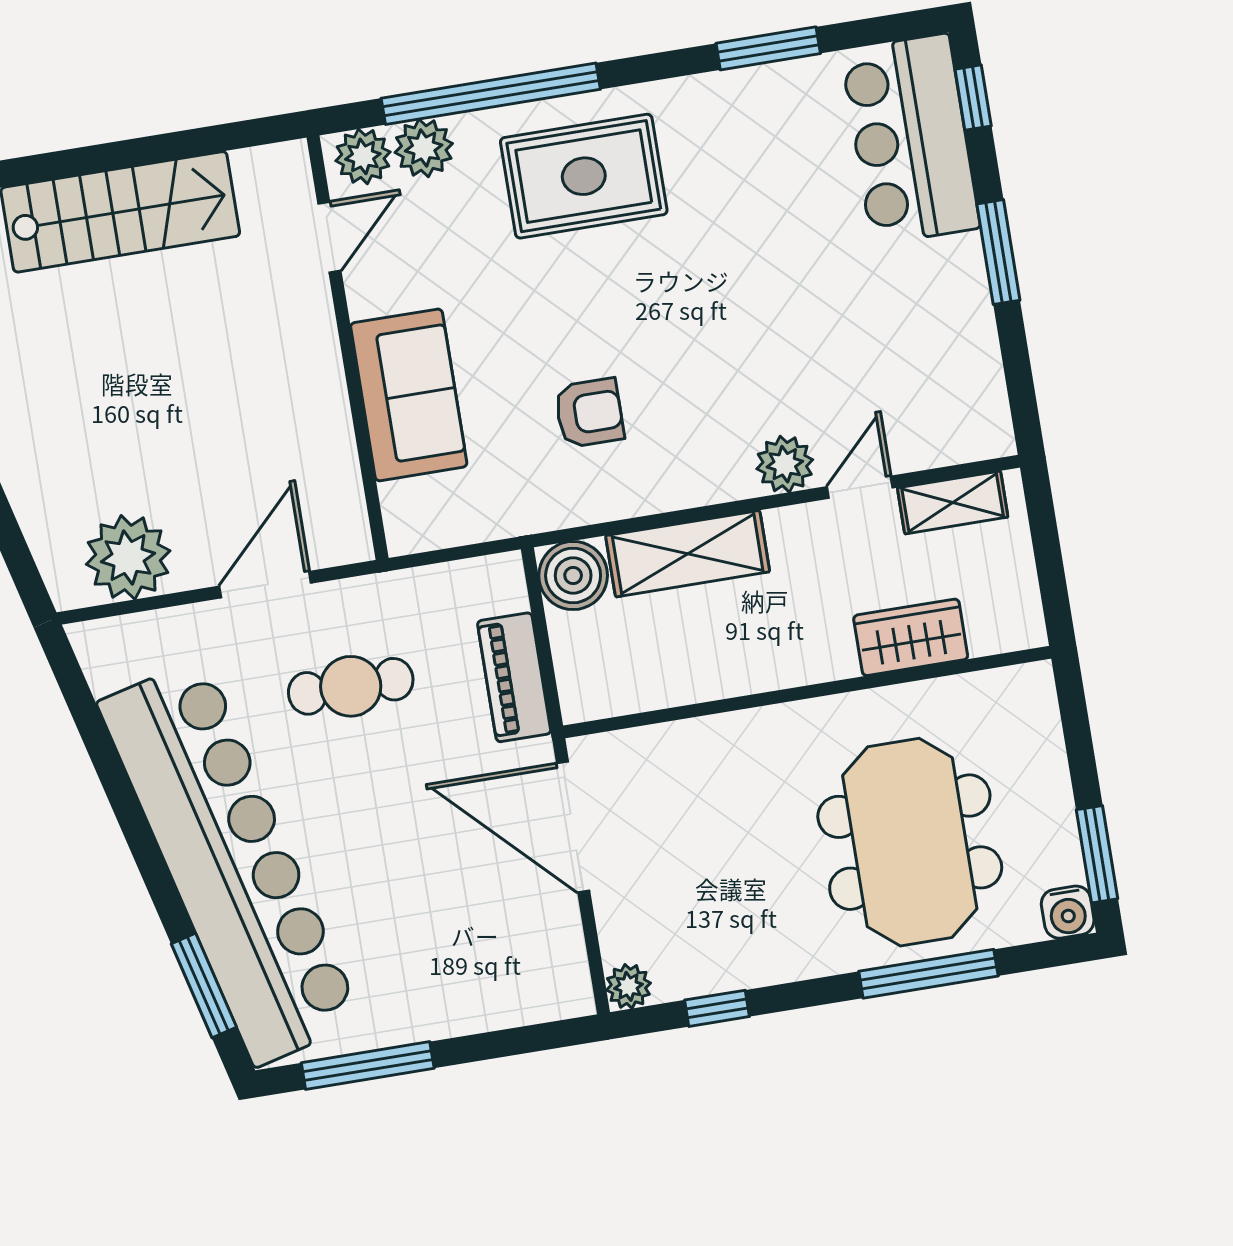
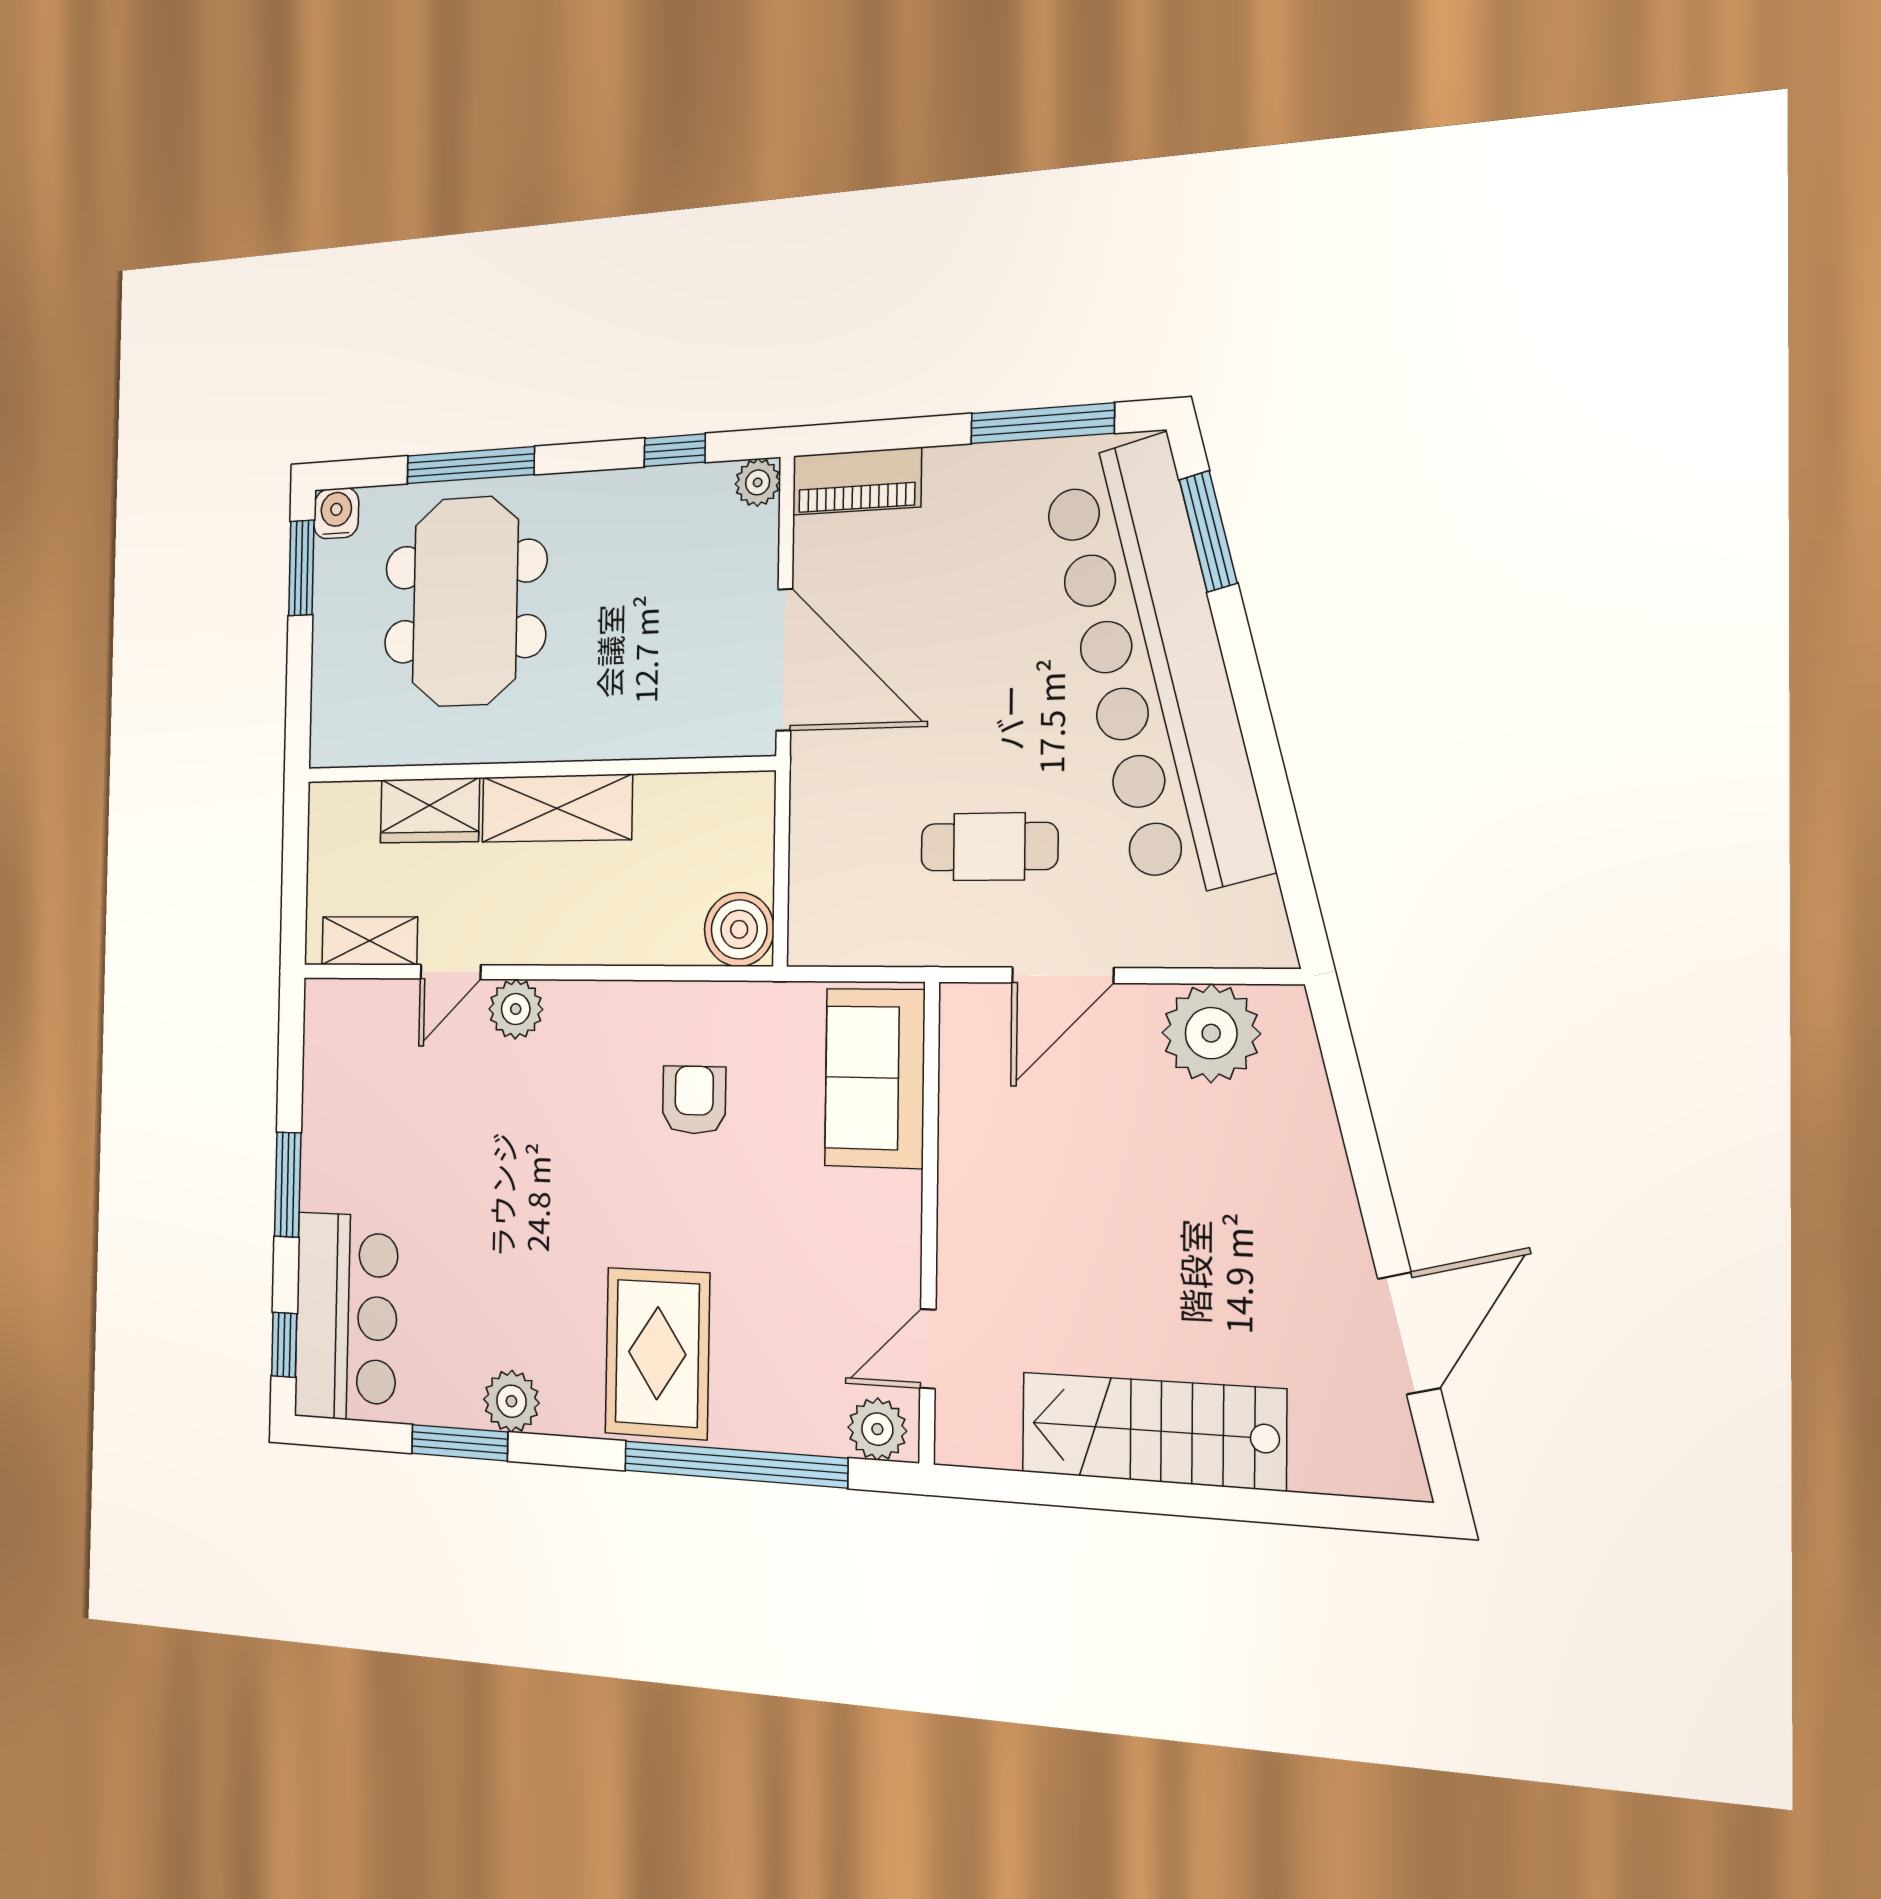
plant: (424, 148) -> (511, 1401), moved
rug: (584, 176) -> (657, 1353), turned 90
sofa: (409, 395) -> (875, 1078), moved
armchair: (589, 413) -> (694, 1100), turned 90
shelving: (688, 554) -> (557, 808), moved
piano: (514, 677) -> (857, 481), moved, turned 90

